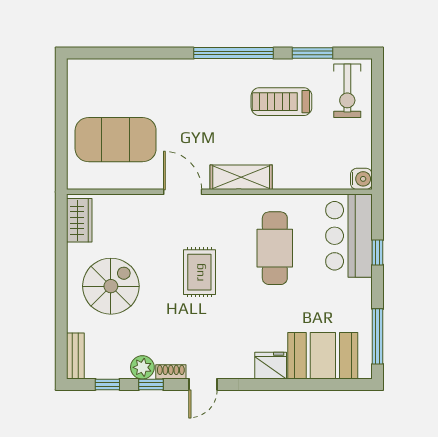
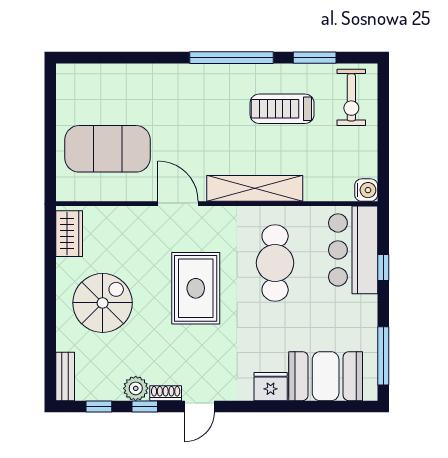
shelving: (241, 177) -> (255, 188), width x1.47
rug: (199, 272) -> (196, 288), width x1.36, depth x1.43

